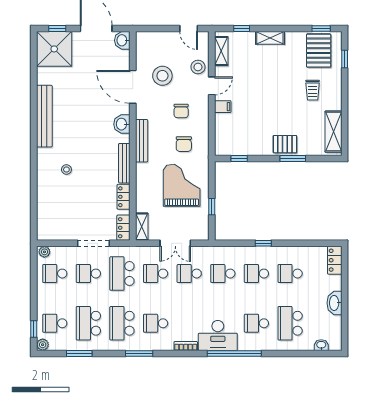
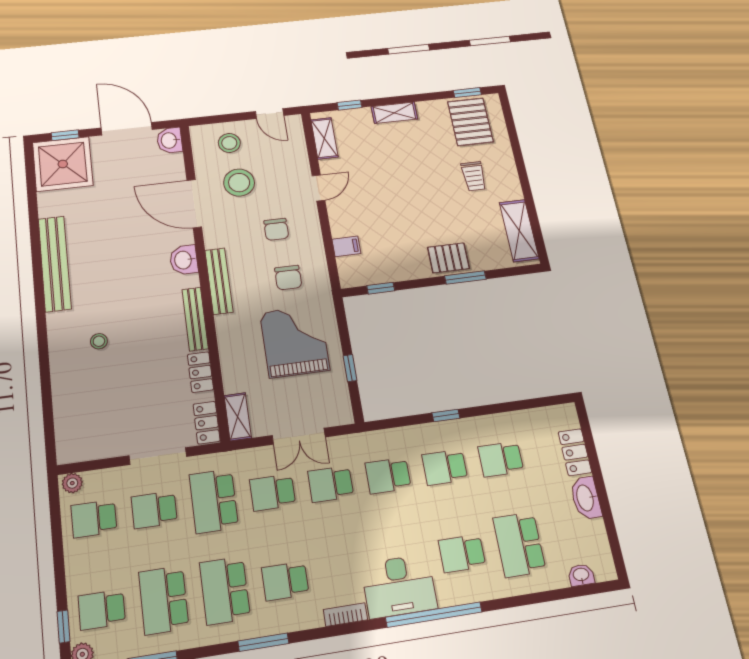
window: (345, 59) -> (511, 129), removed
stool: (198, 67) -> (229, 143), moved
filing cabinet: (223, 107) -> (346, 246), moved
locker: (335, 260) -> (575, 452), moved

